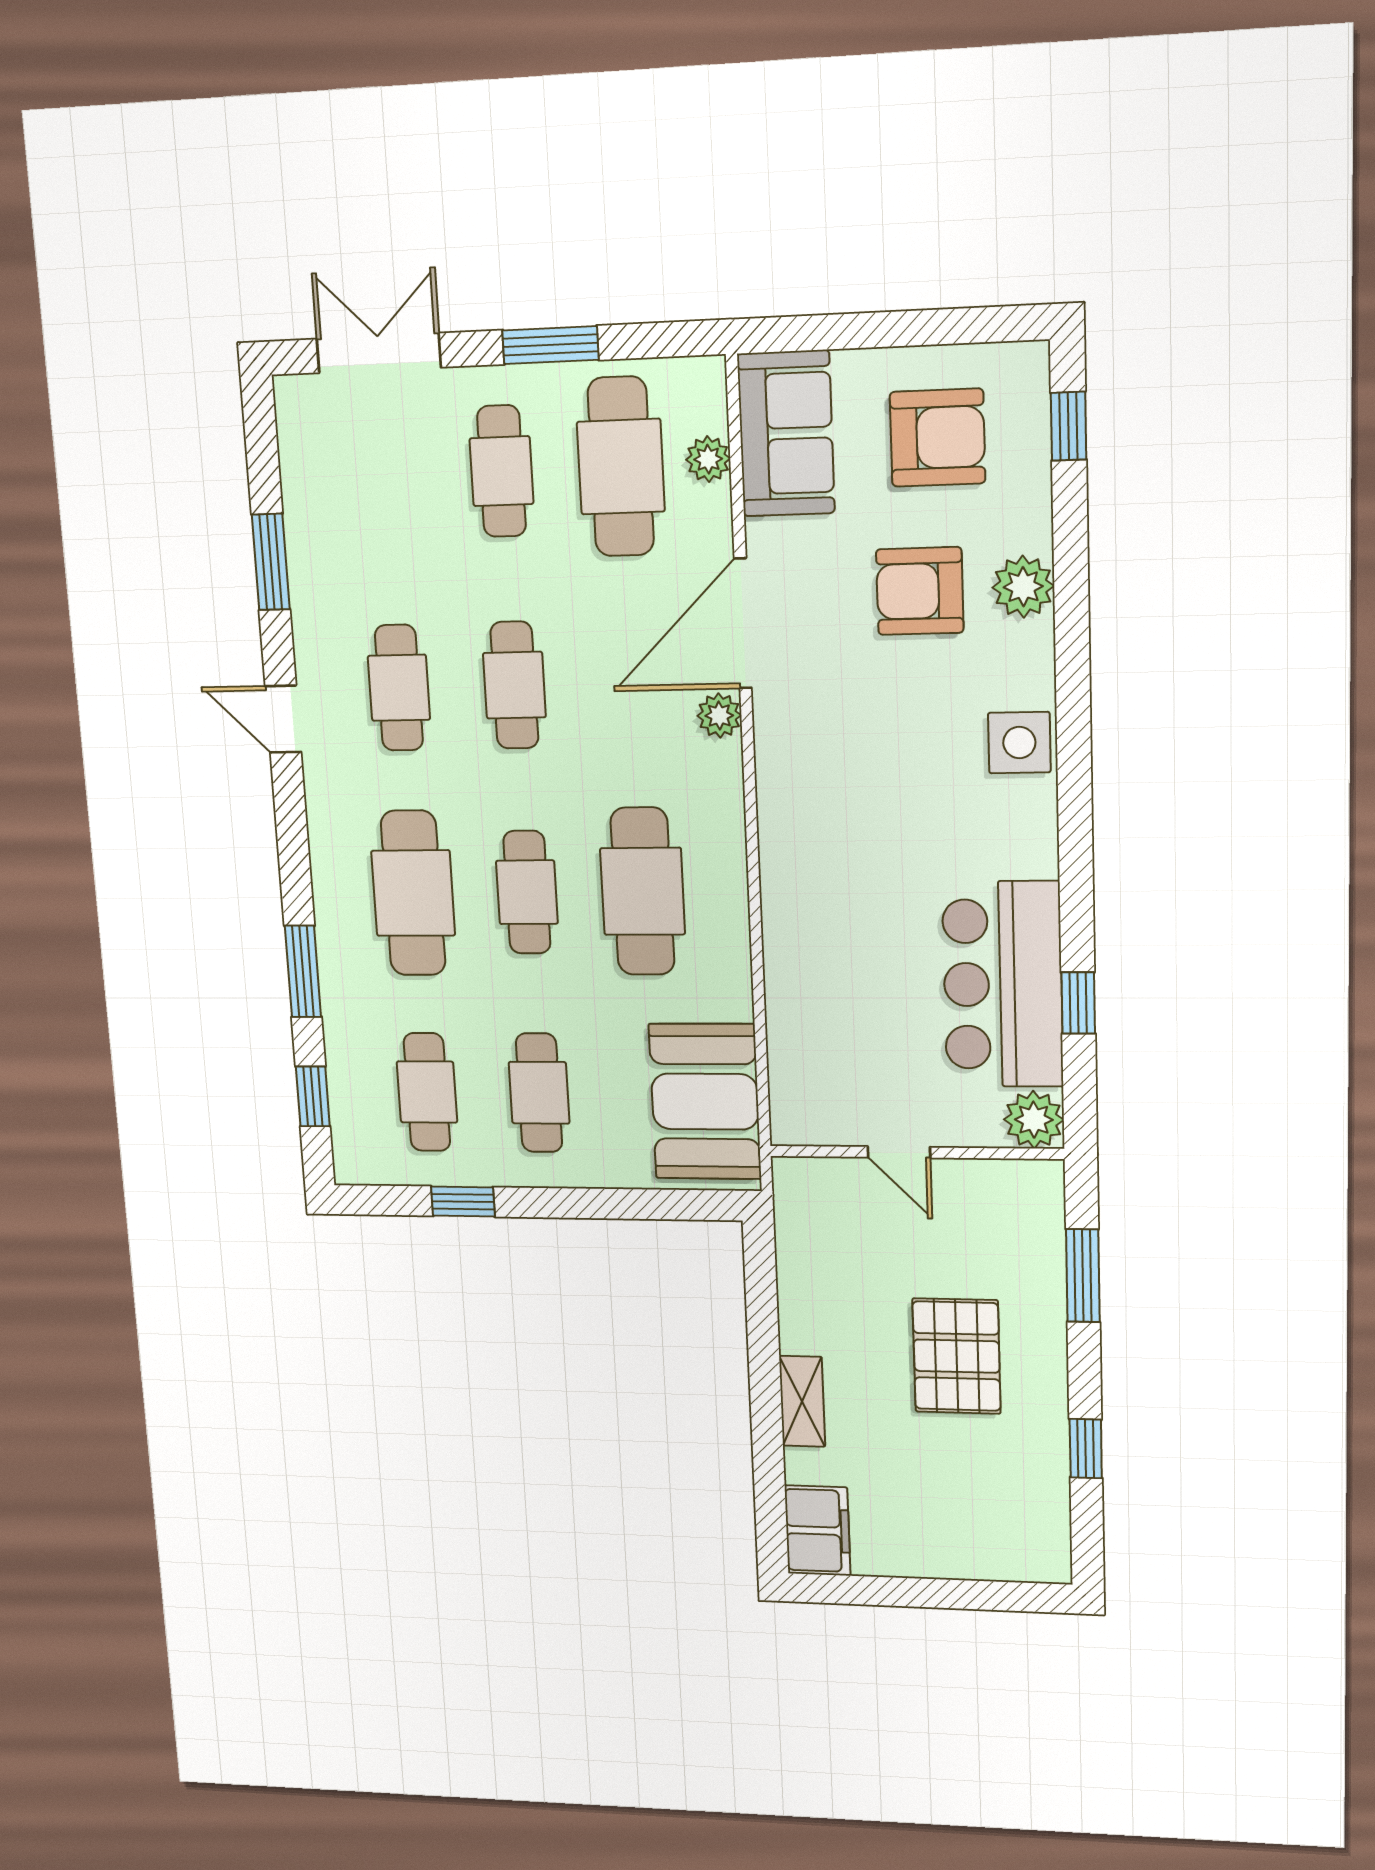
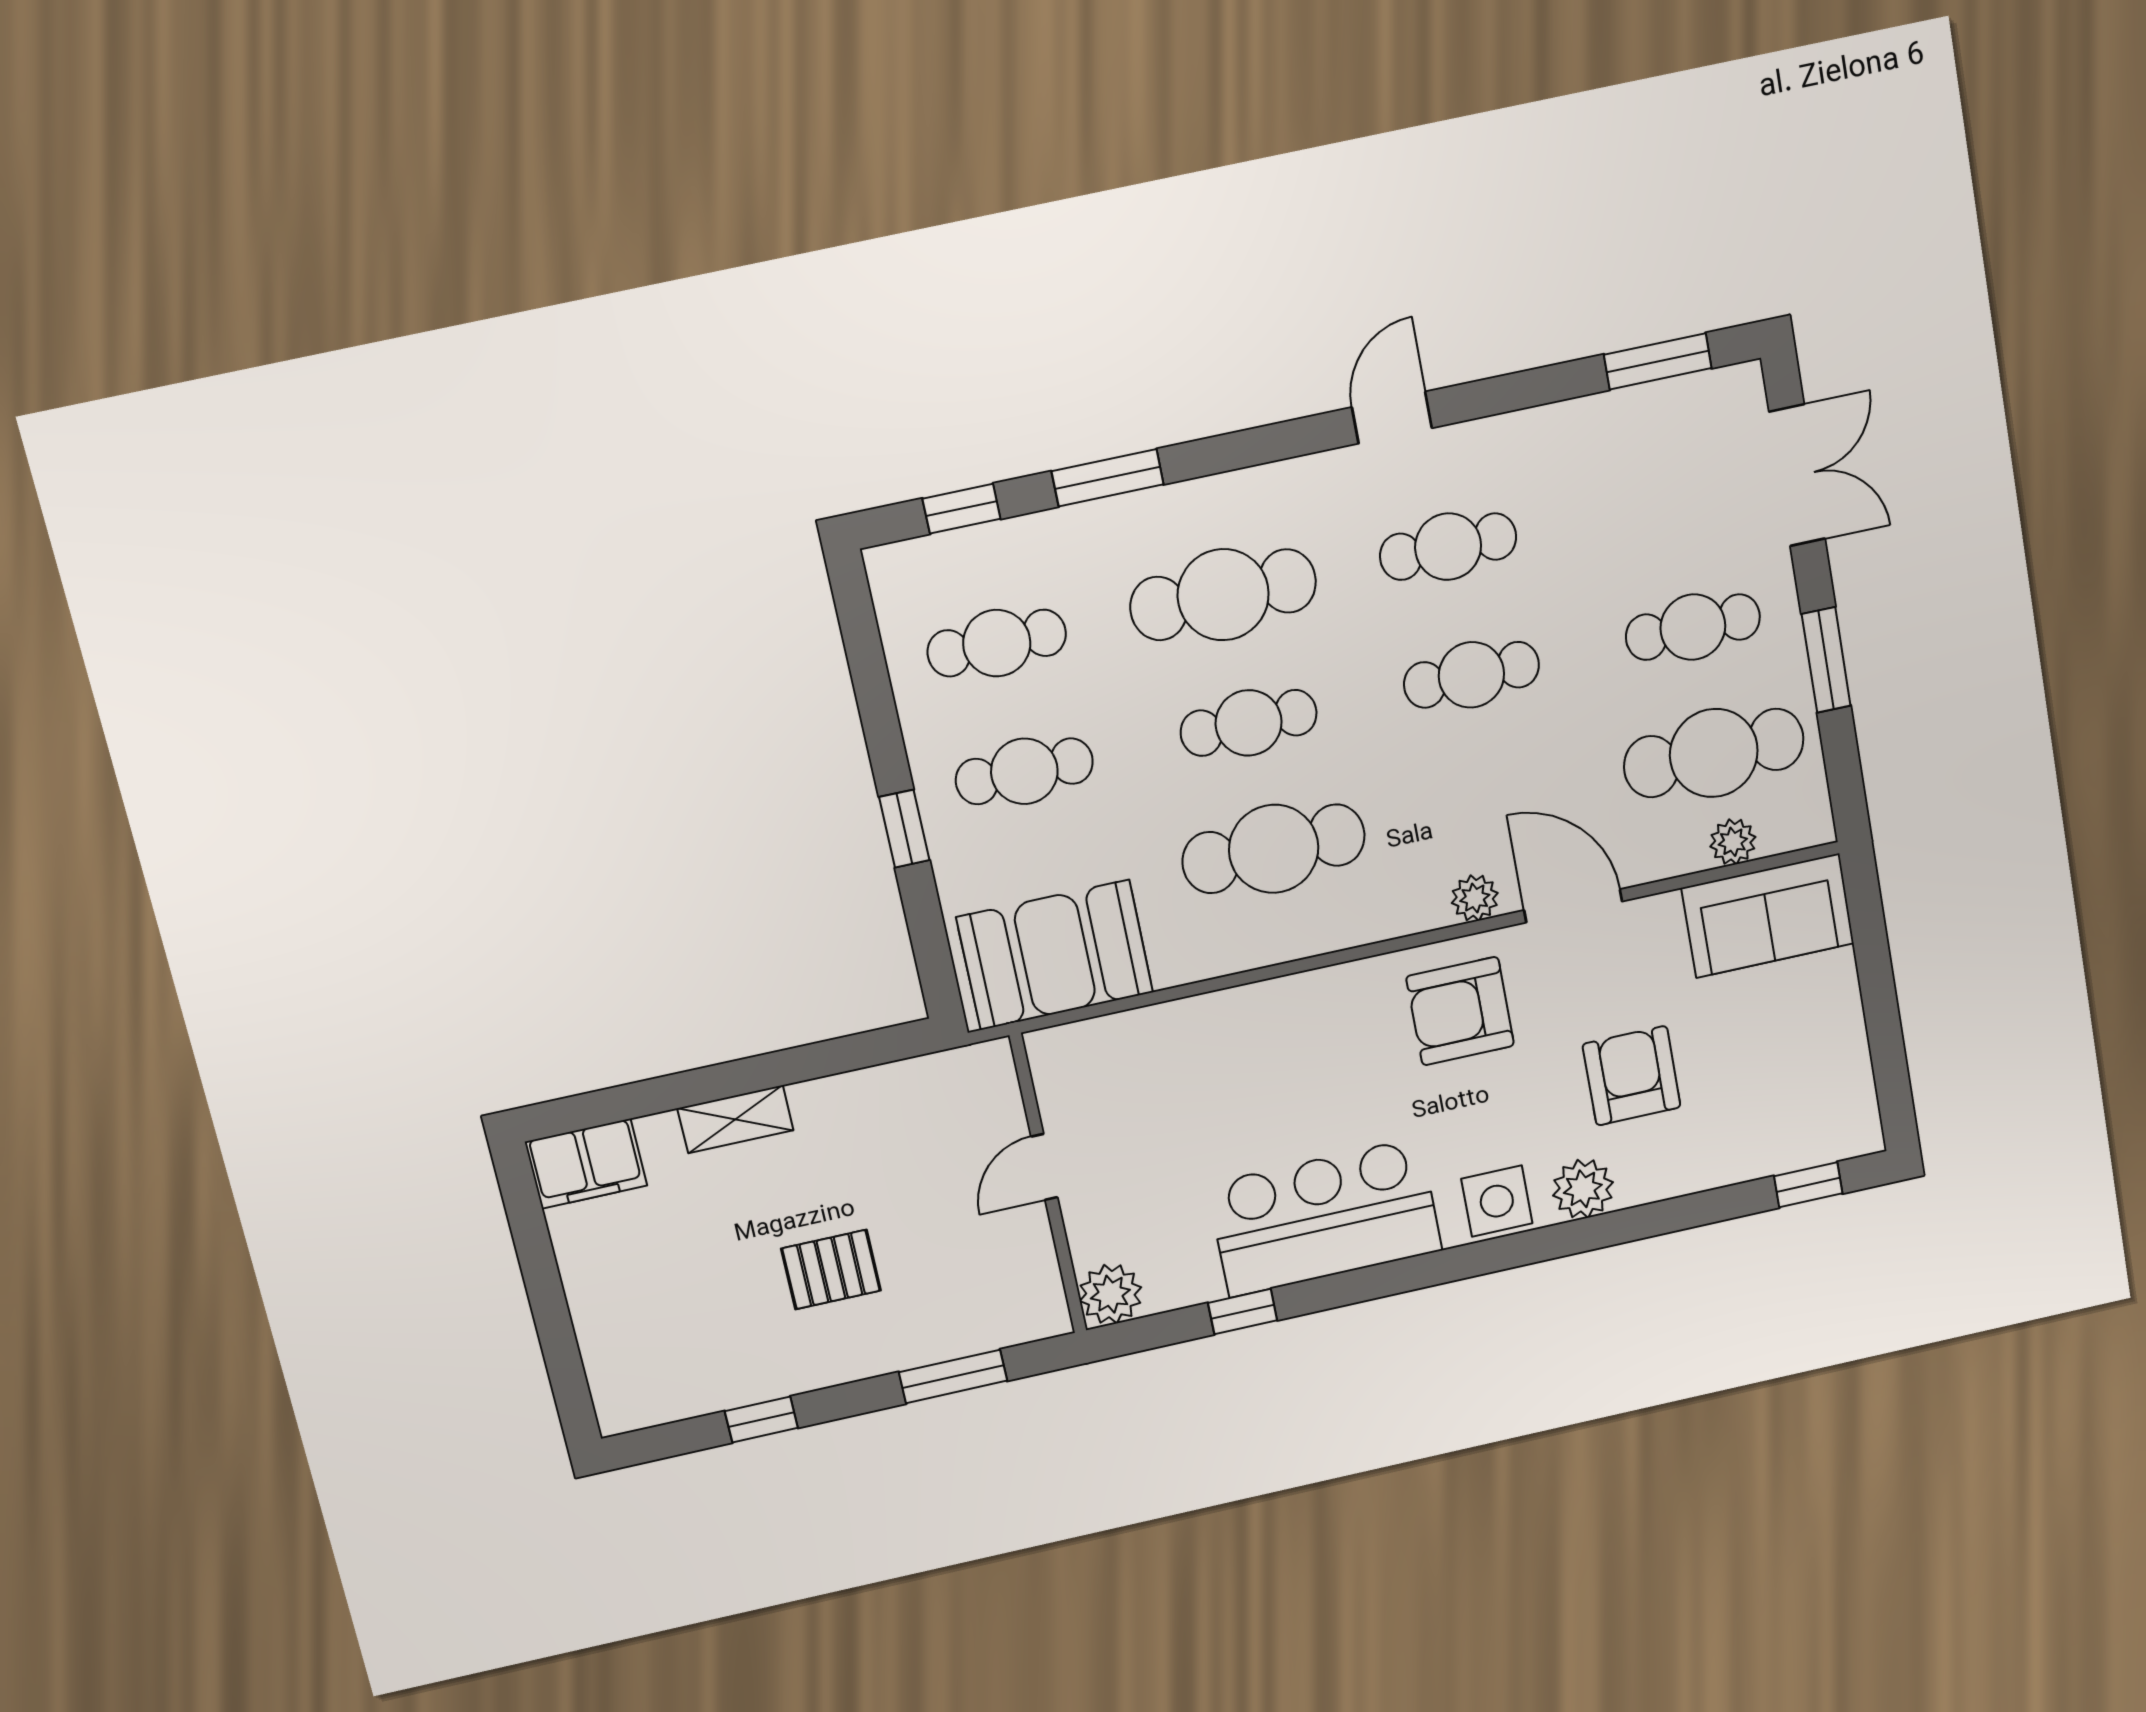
armchair: (938, 438) -> (1460, 1011), moved, turned 90
window: (271, 562) -> (1658, 361), moved
plant: (1023, 587) -> (1583, 1189), moved
door: (743, 623) -> (1573, 906), width x0.73
bar counter: (1003, 984) -> (1325, 1218), moved
window: (463, 1202) -> (904, 829), moved
pallet: (957, 1356) -> (831, 1270), width x0.67, depth x0.71

